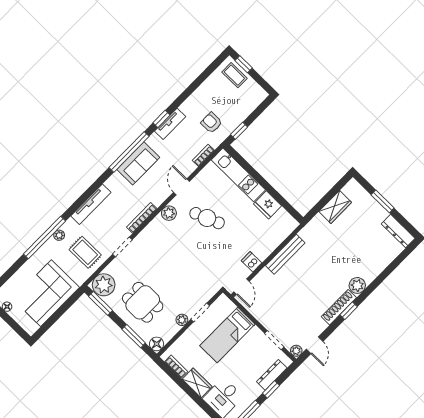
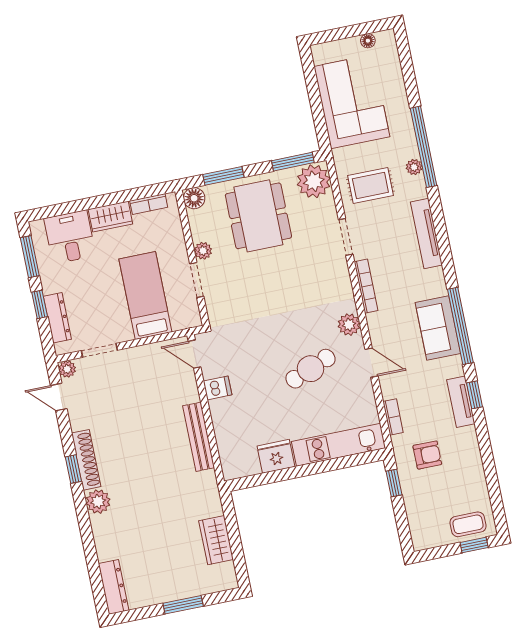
dresser: (398, 231) -> (114, 587), moved, turned 90
dining table: (143, 302) -> (258, 216), width x1.38

